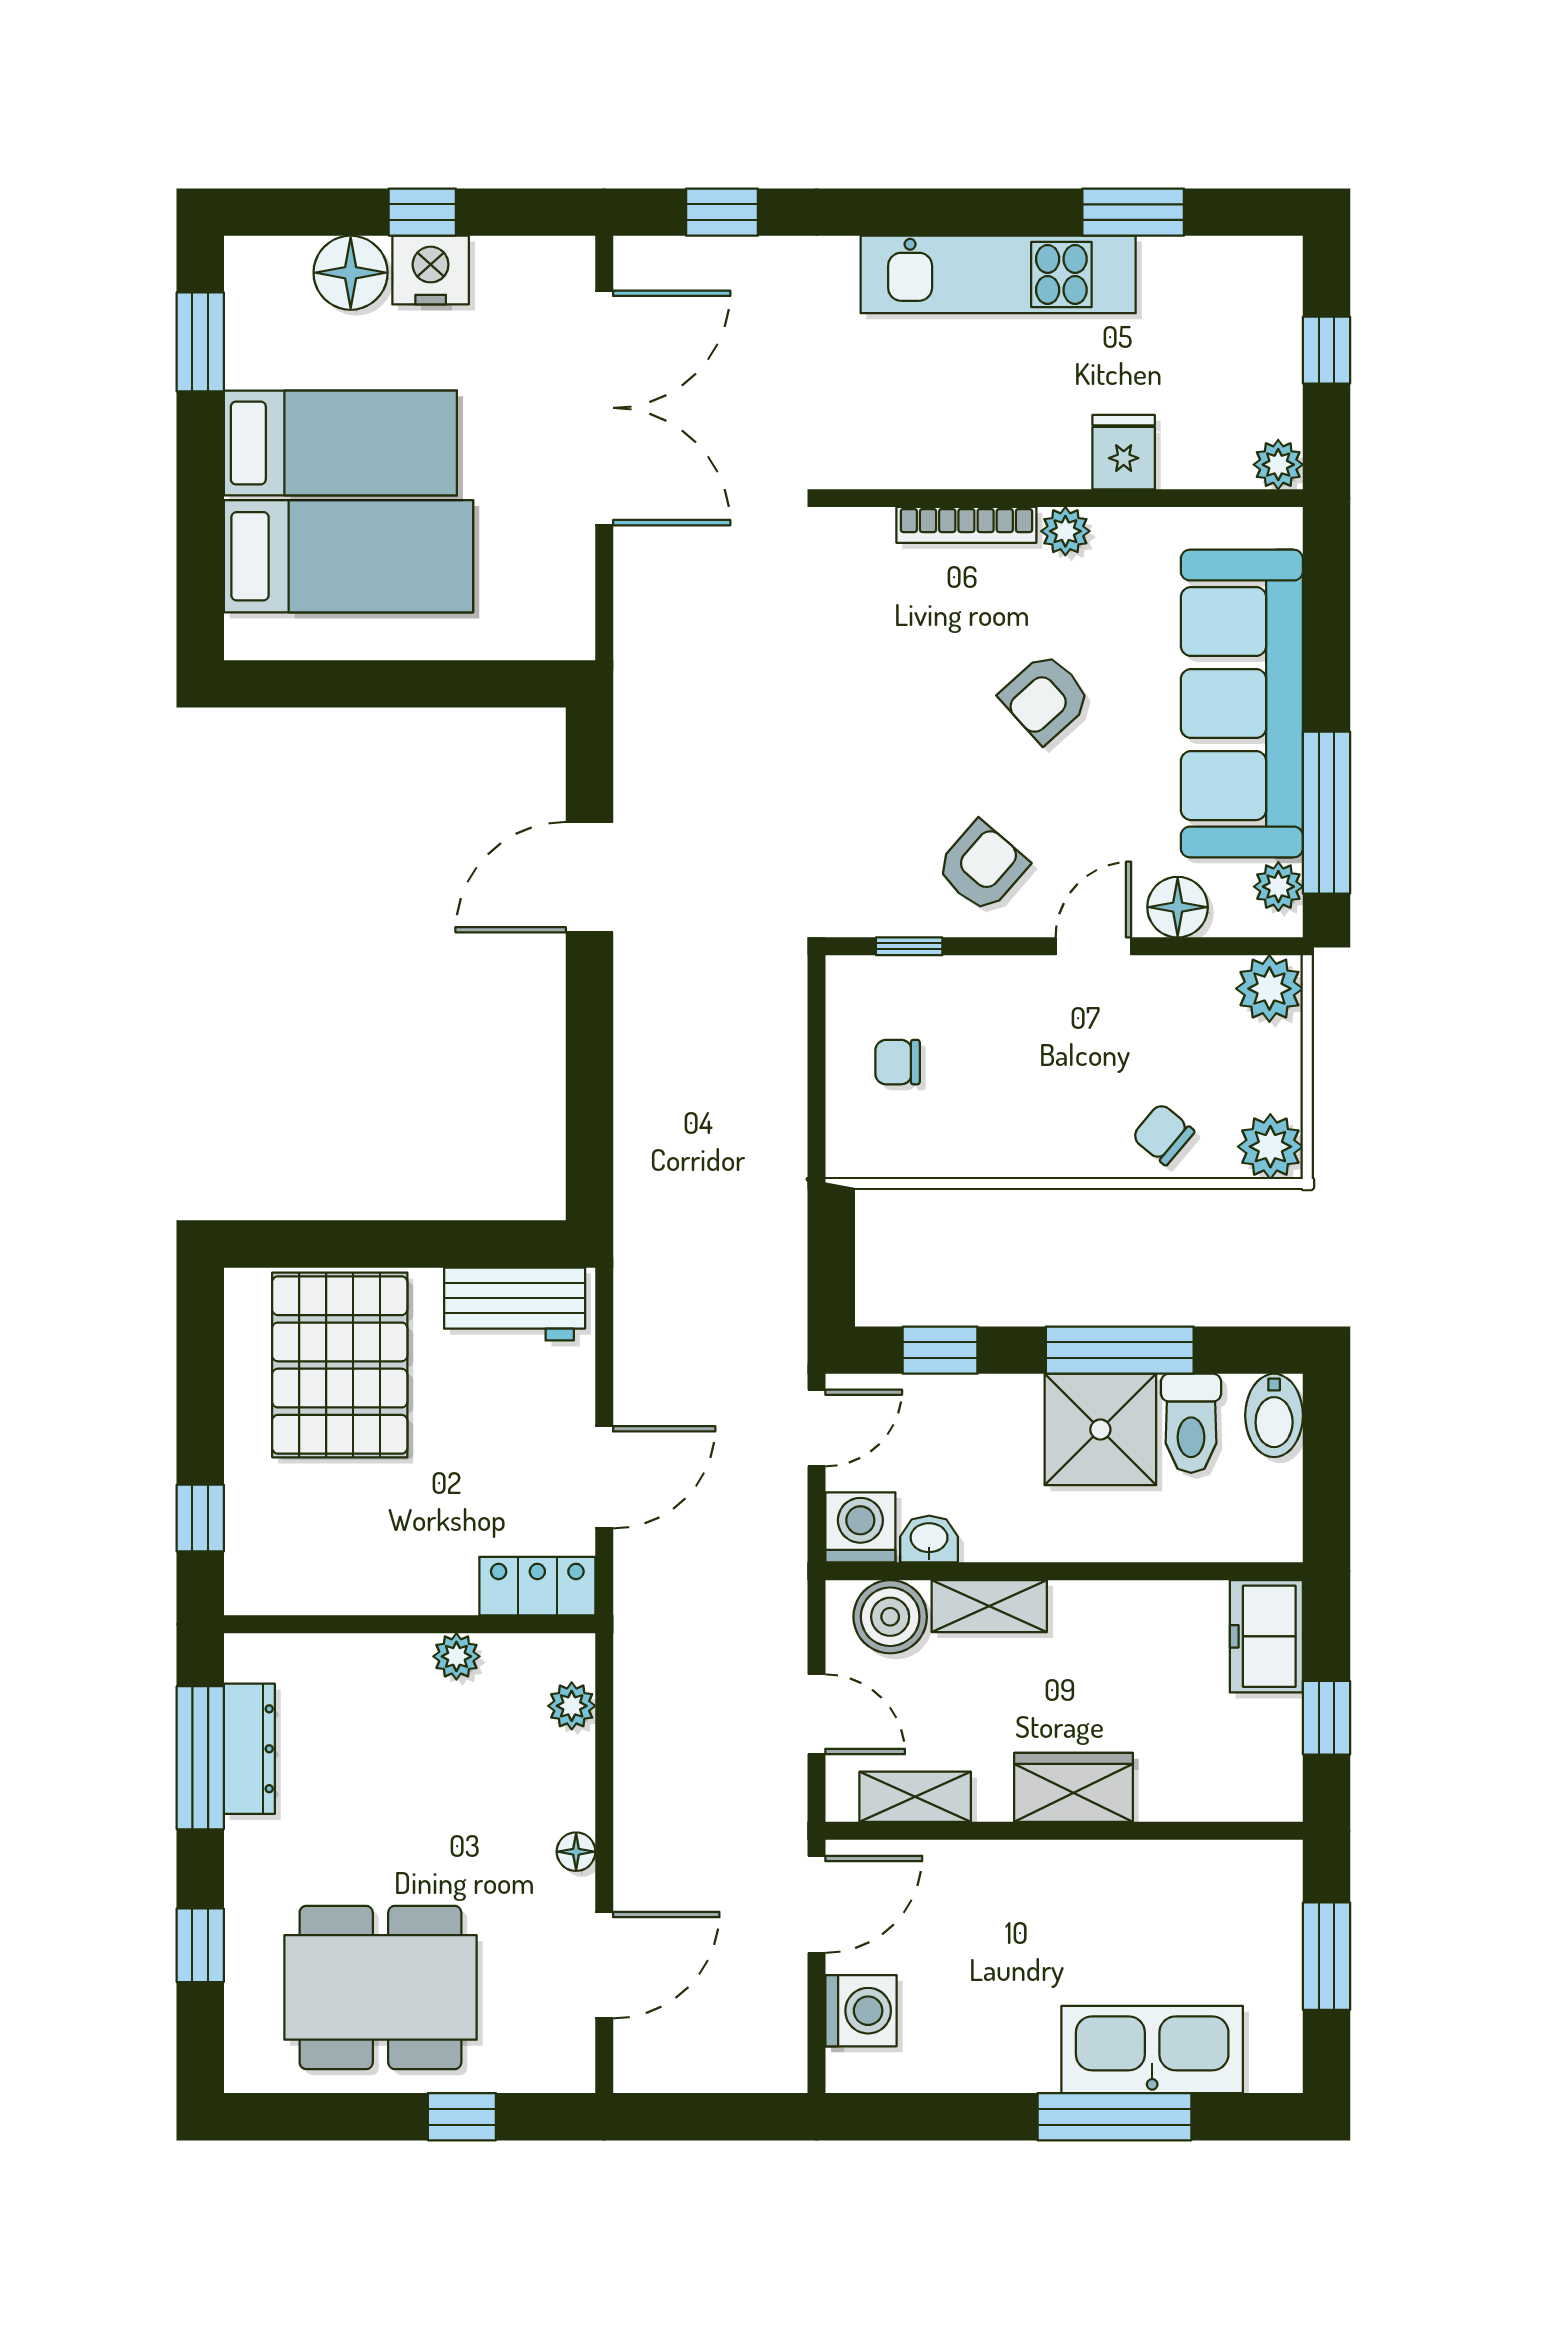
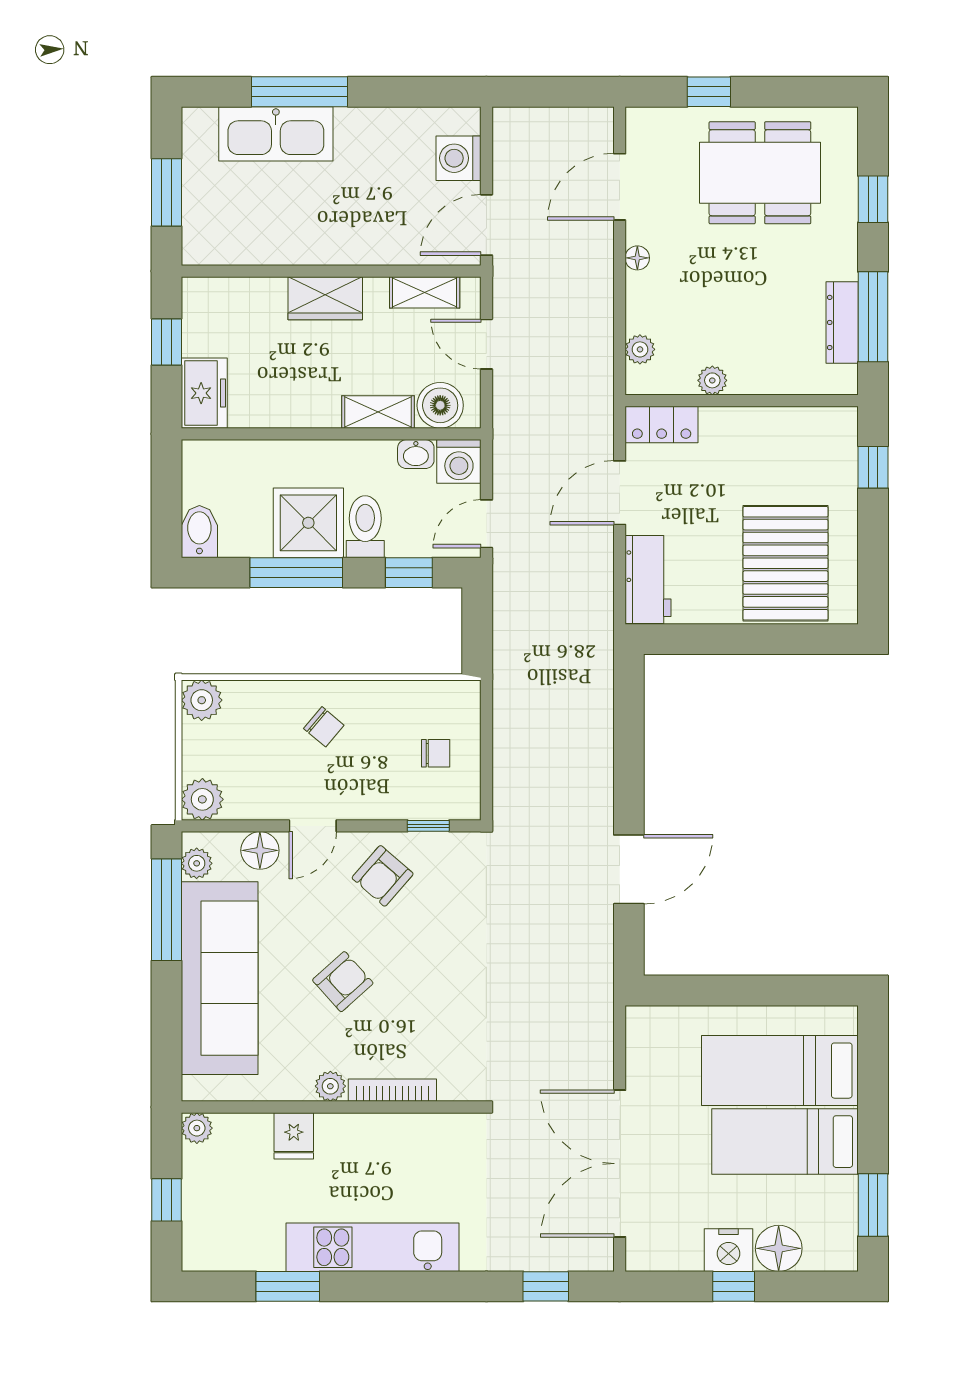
chair: (1163, 1134) -> (324, 727), moved
workbench: (515, 1304) -> (648, 579), moved, turned 90
toilet: (1191, 1423) -> (365, 527), moved

